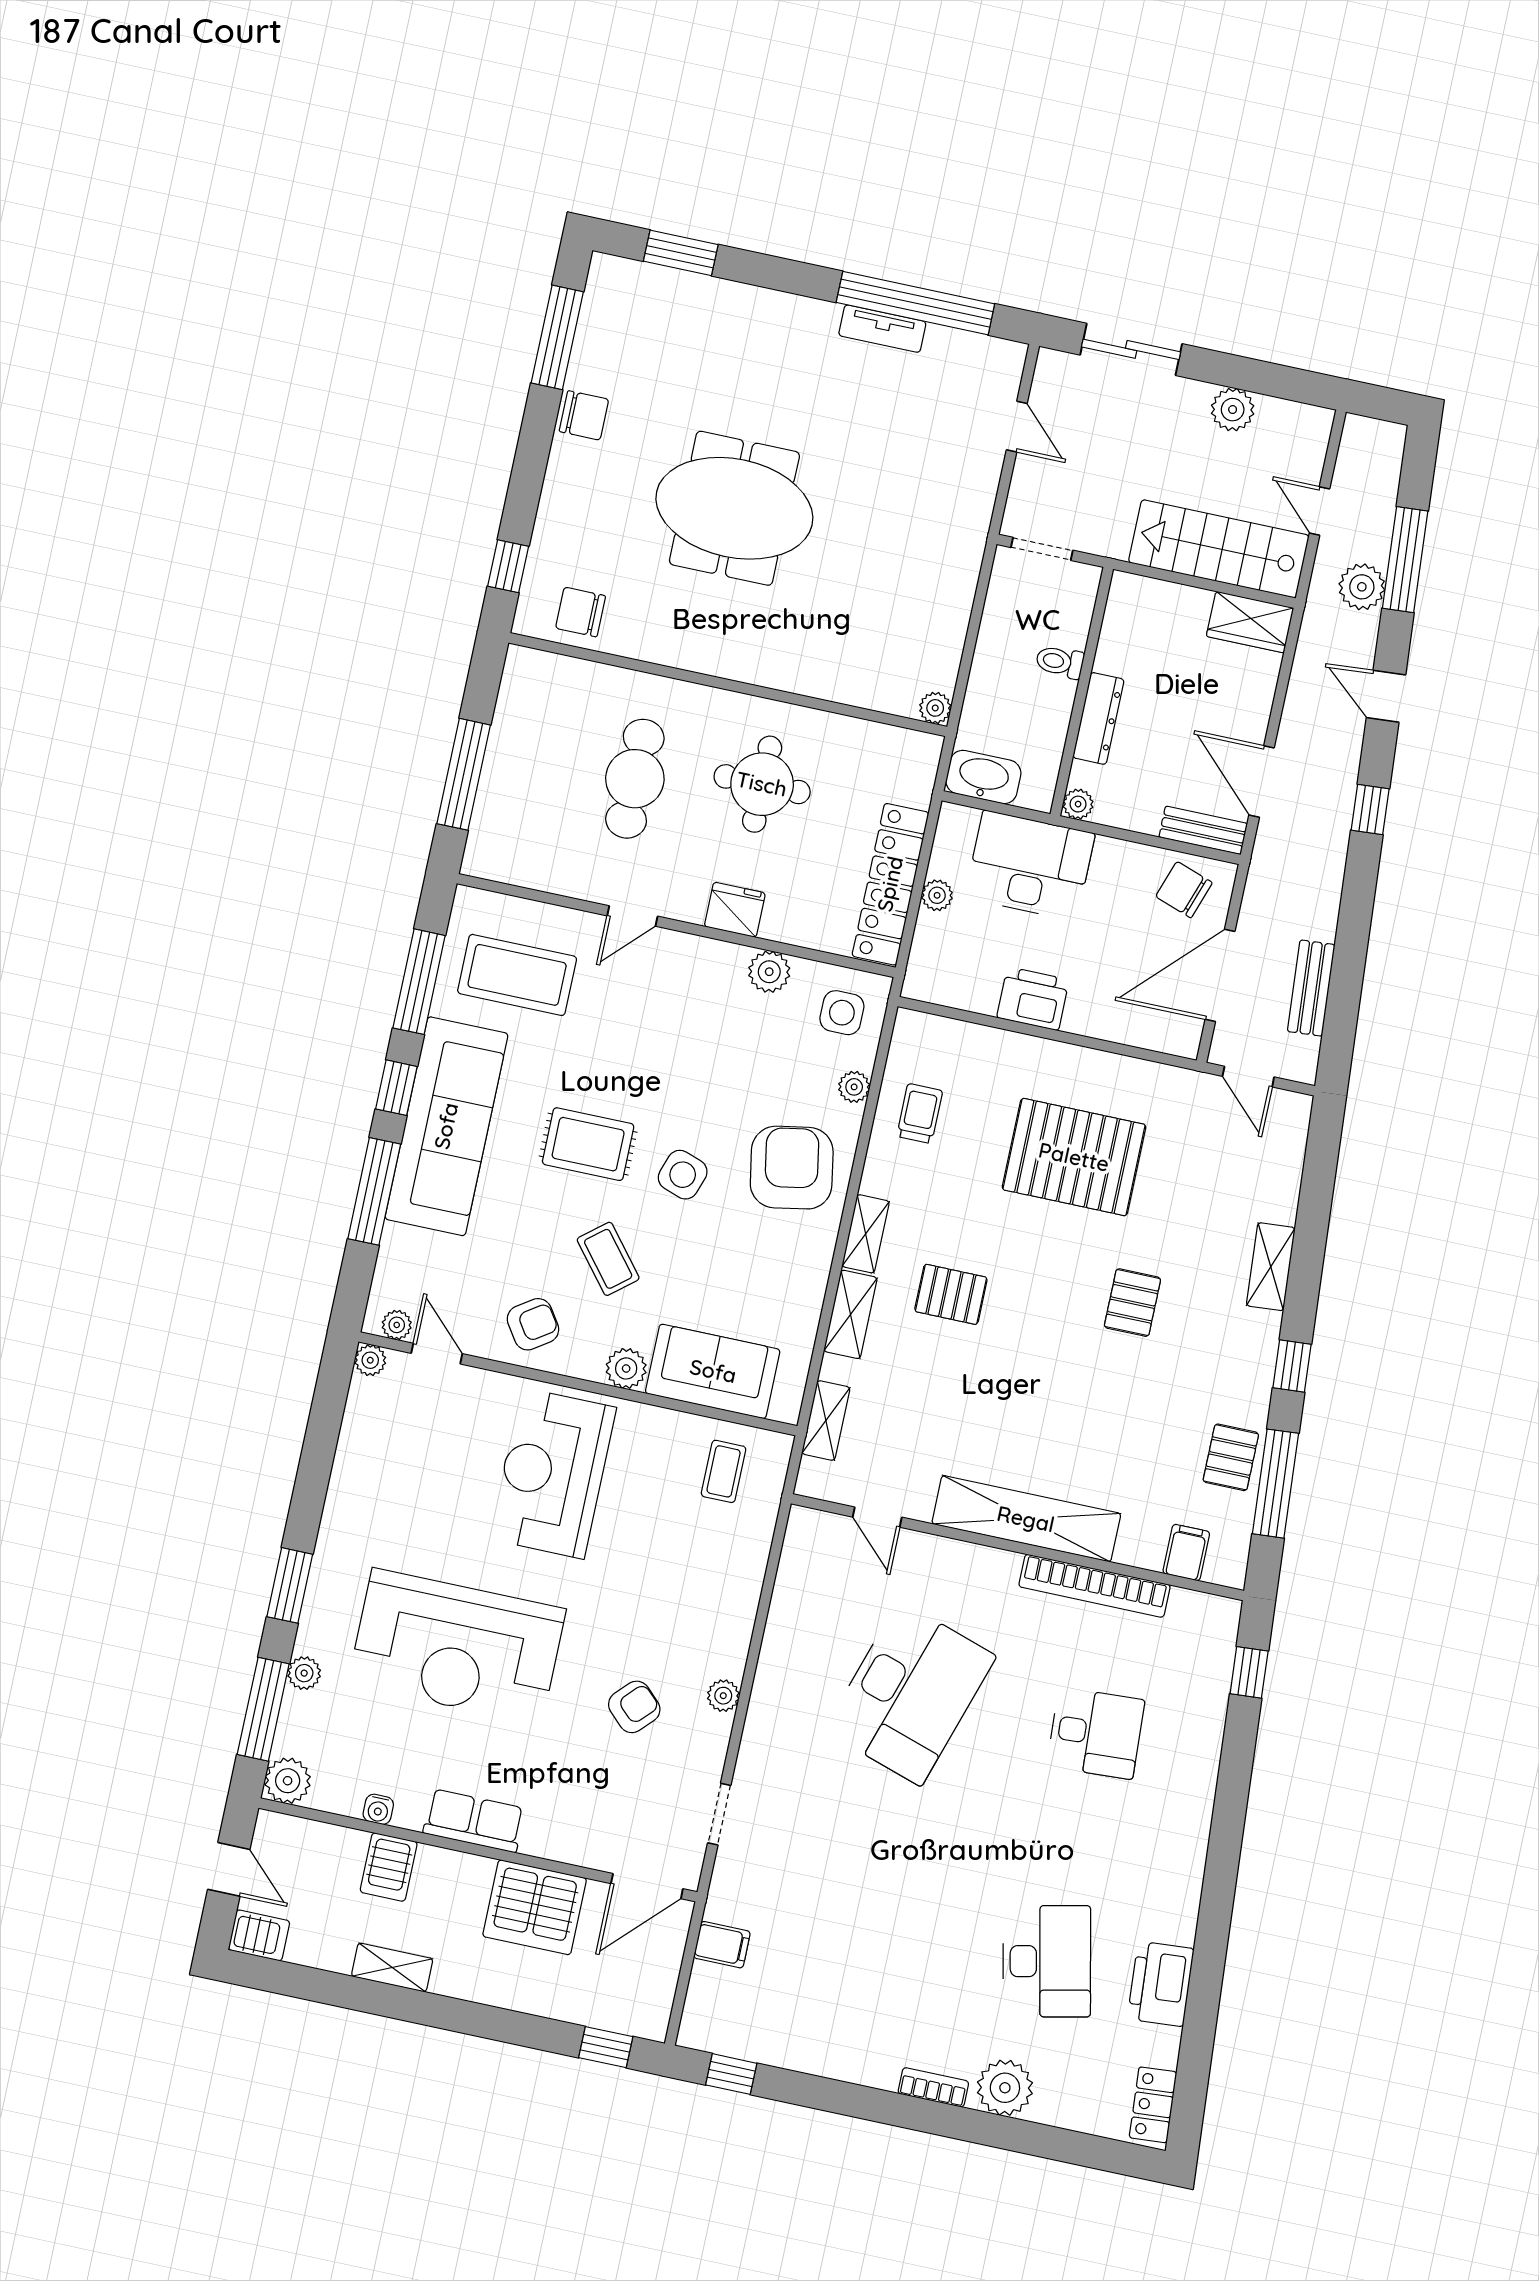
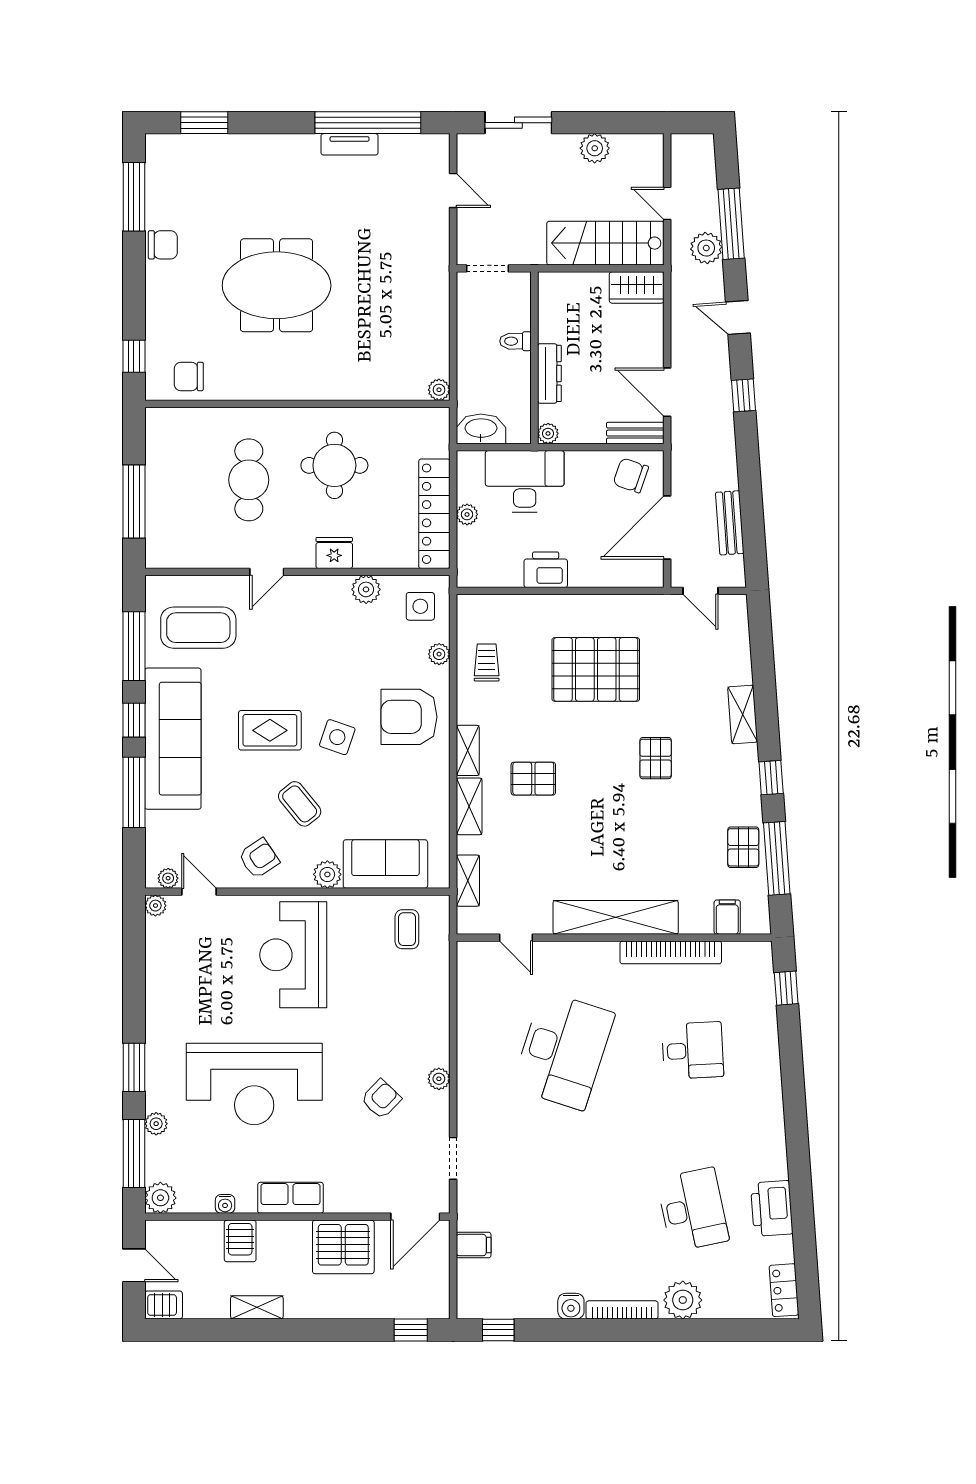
armchair: (792, 1168) -> (409, 717), turned -80
water cooler: (843, 2062) -> (571, 1306), added
bookcase: (933, 2087) -> (622, 1310), width x1.56

